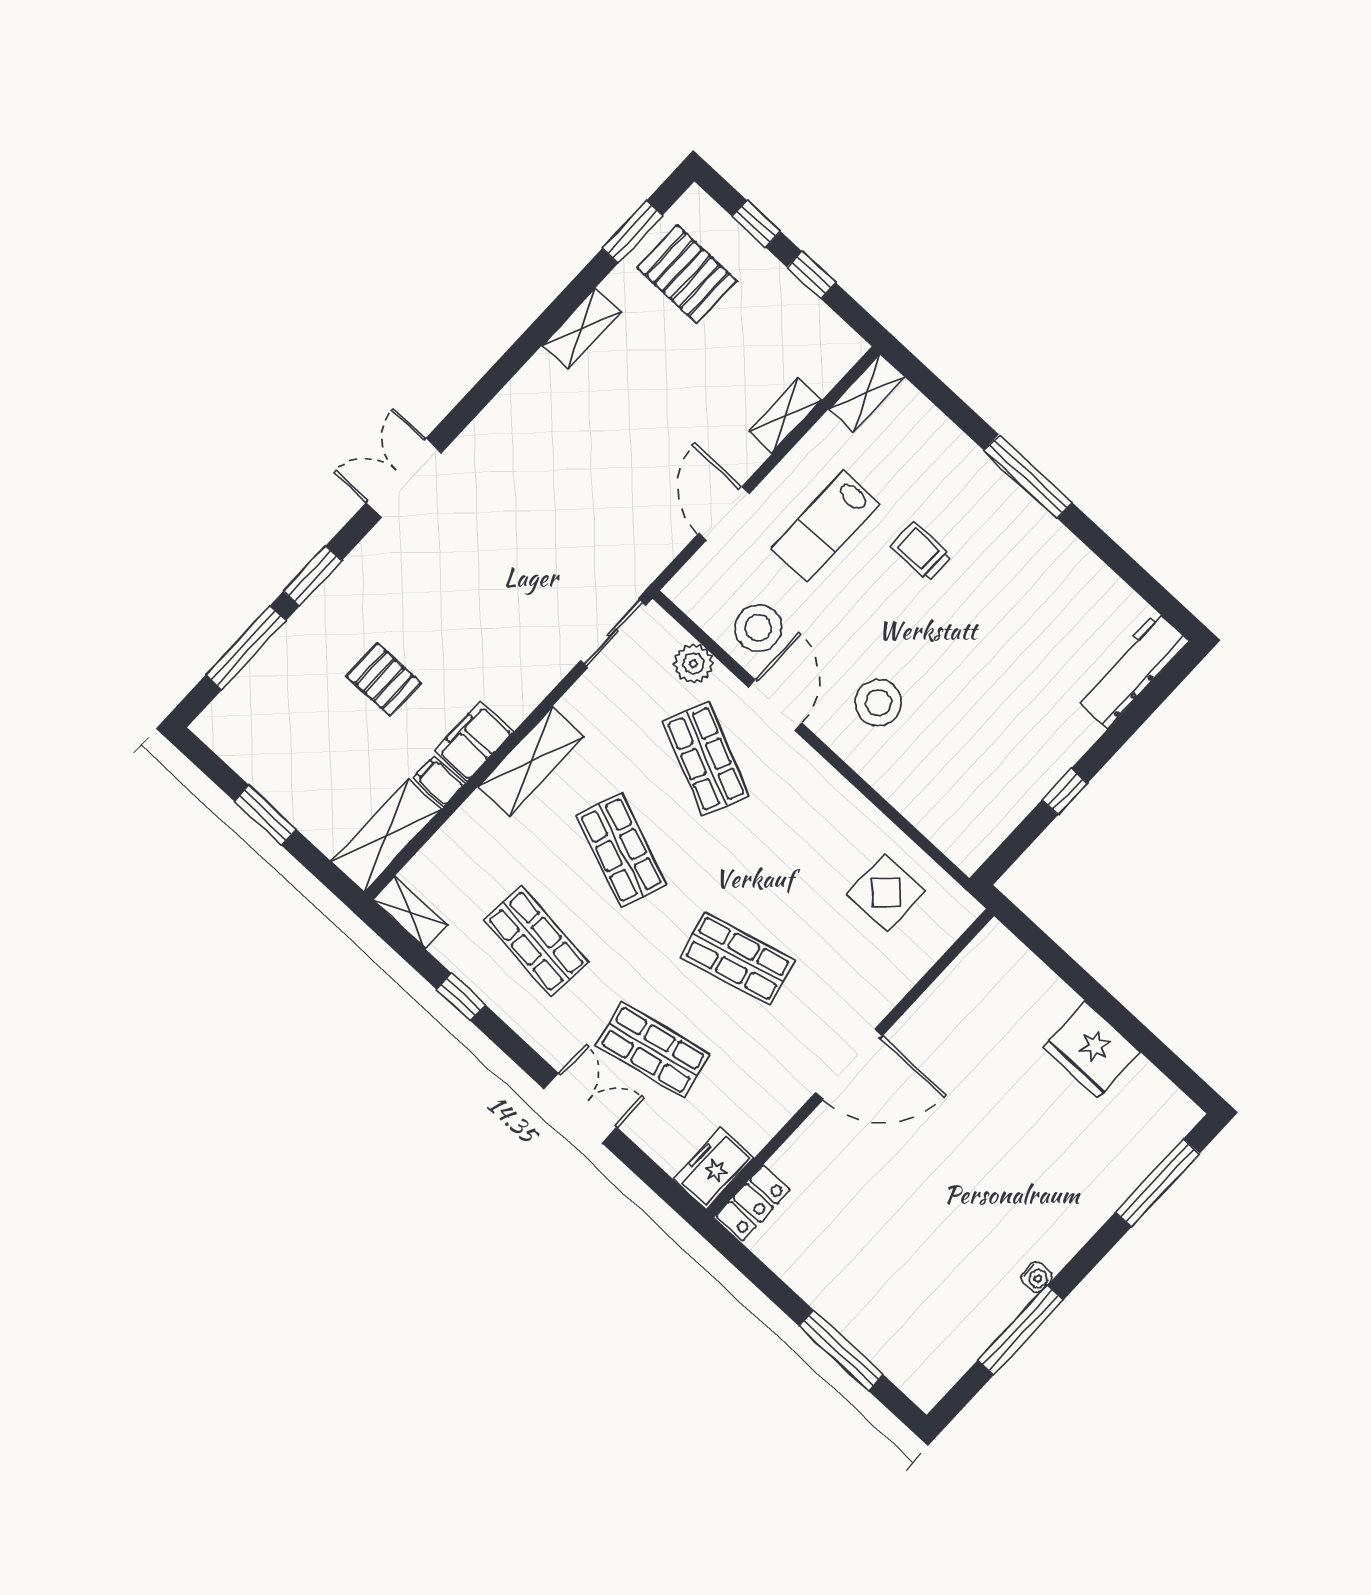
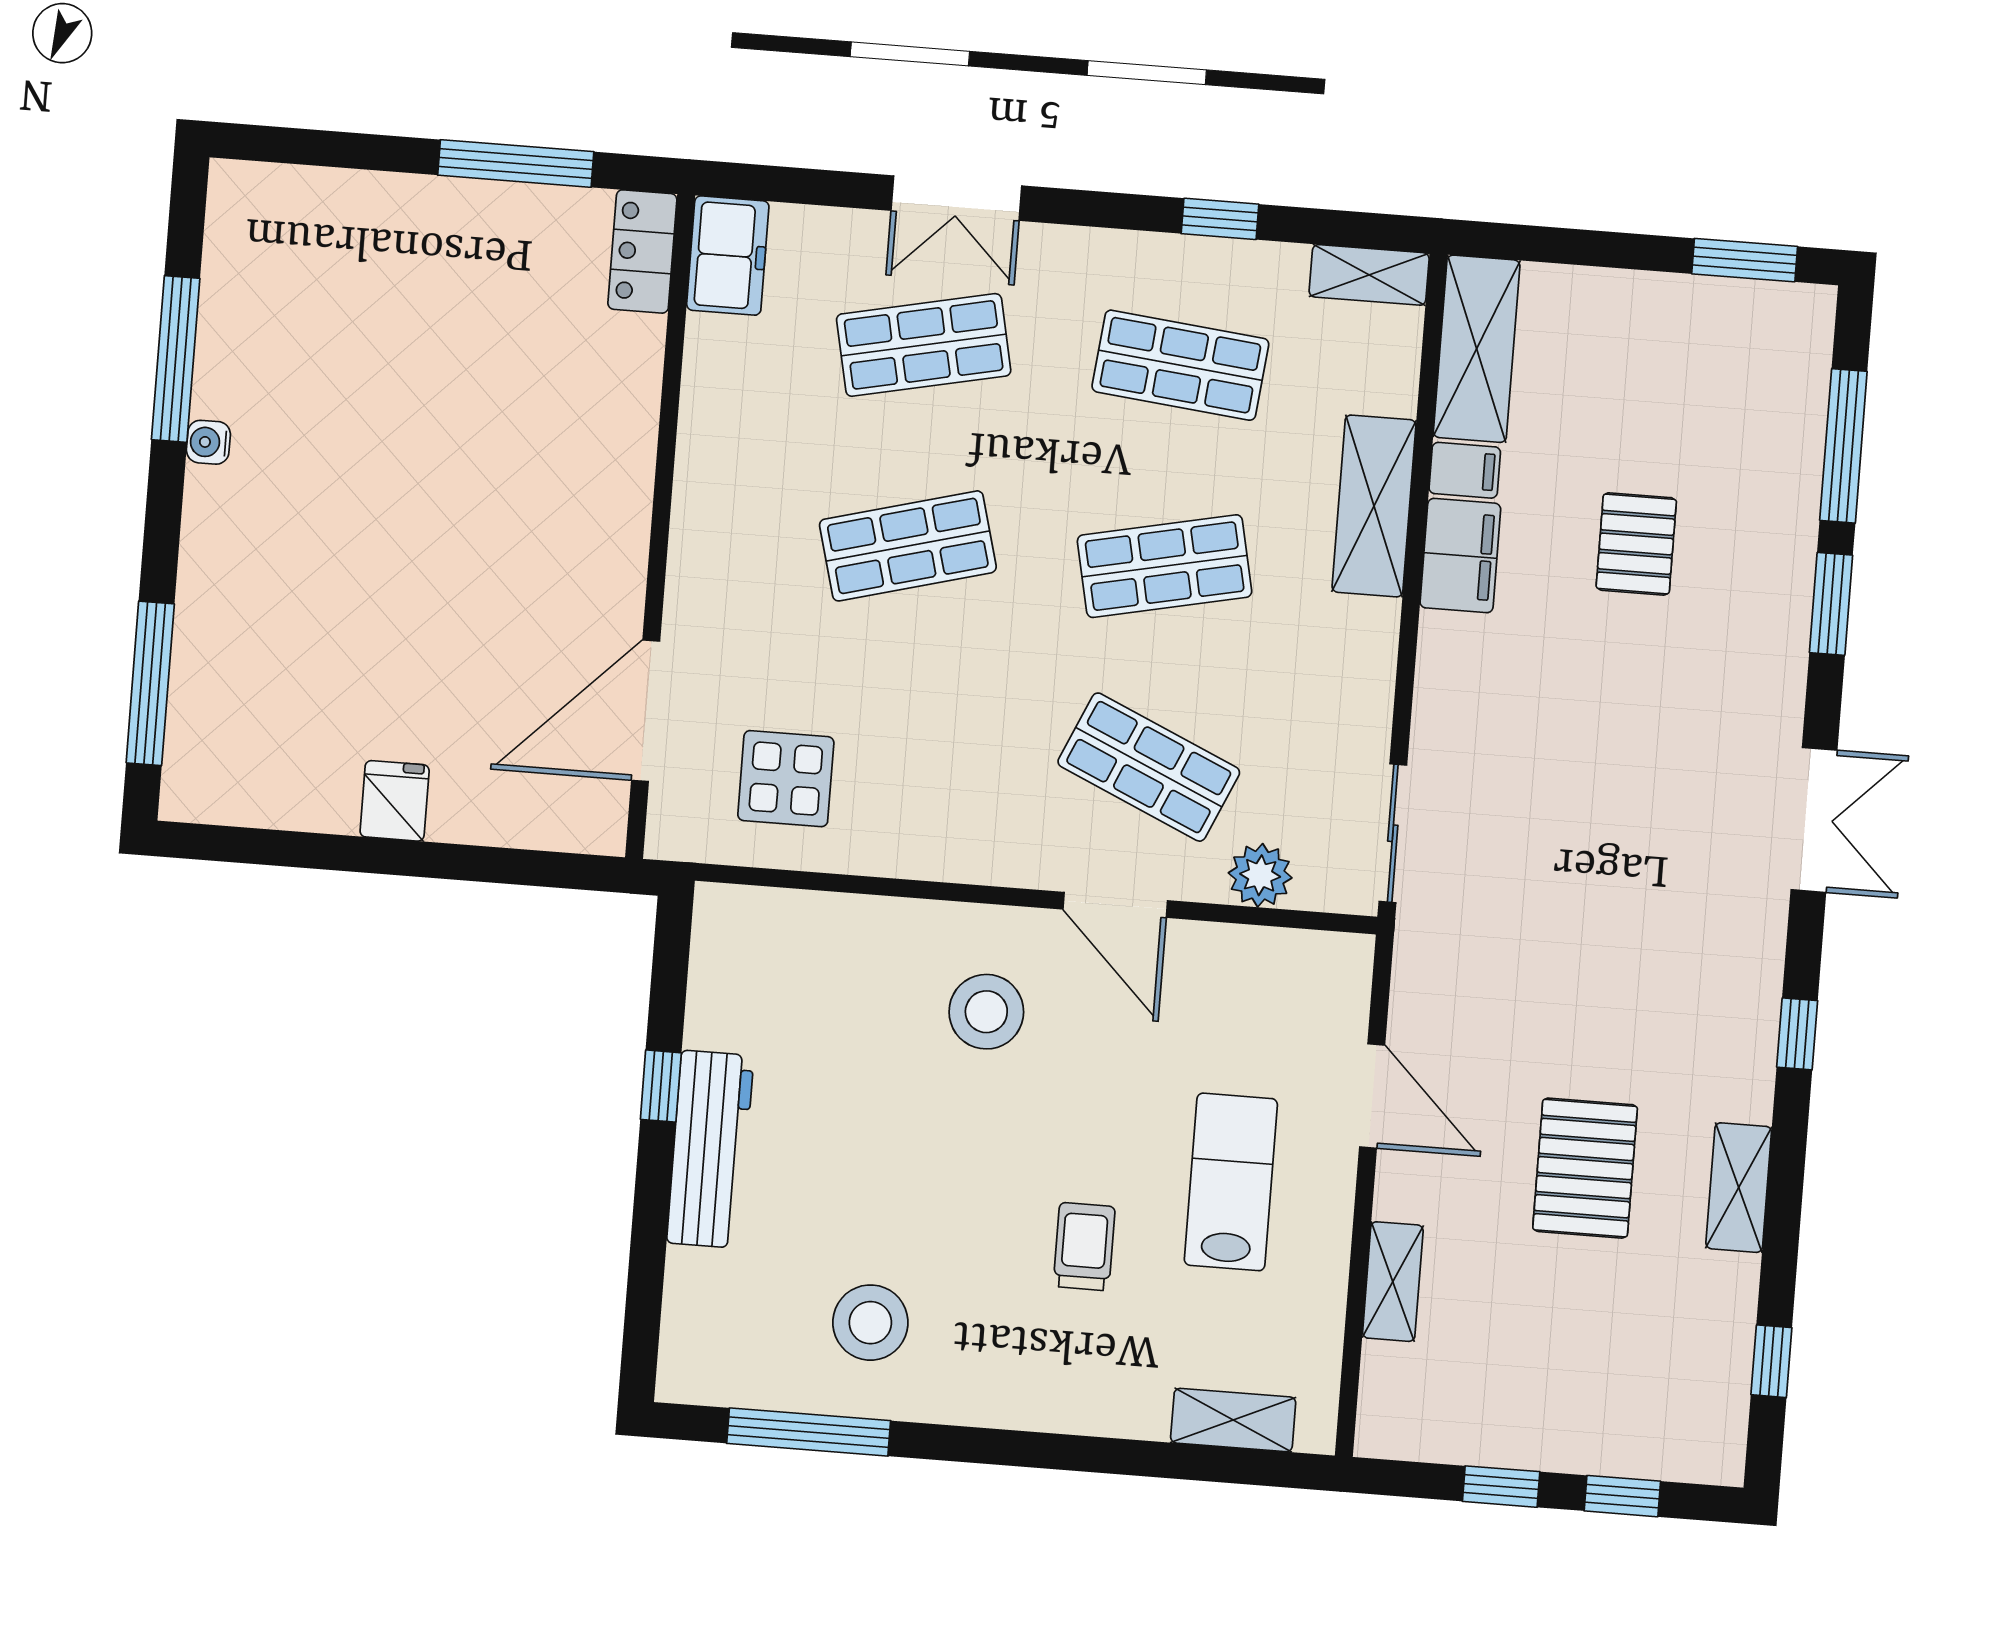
window: (632, 232) -> (1771, 1361), width x0.67
pallet: (687, 274) -> (1585, 1168), moved, turned 90
window: (494, 381) -> (1797, 1034), added
shelving: (867, 393) -> (1233, 1420), moved, turned 90
window: (1028, 476) -> (809, 1432), moved
trolley: (921, 551) -> (1084, 1247), turned -90
stool: (758, 628) -> (870, 1323), moved
workbench: (1132, 670) -> (710, 1149), moved
pallet: (384, 680) -> (1636, 544), turned 90
shelving: (531, 761) -> (1374, 506), moved
window: (265, 815) -> (1745, 260), moved
shop shelf: (621, 850) -> (1165, 566), turned -33
fridge: (1092, 1050) -> (395, 801), width x0.53, depth x0.75
door: (849, 1064) -> (646, 711), moved
window: (841, 1350) -> (516, 163), moved

